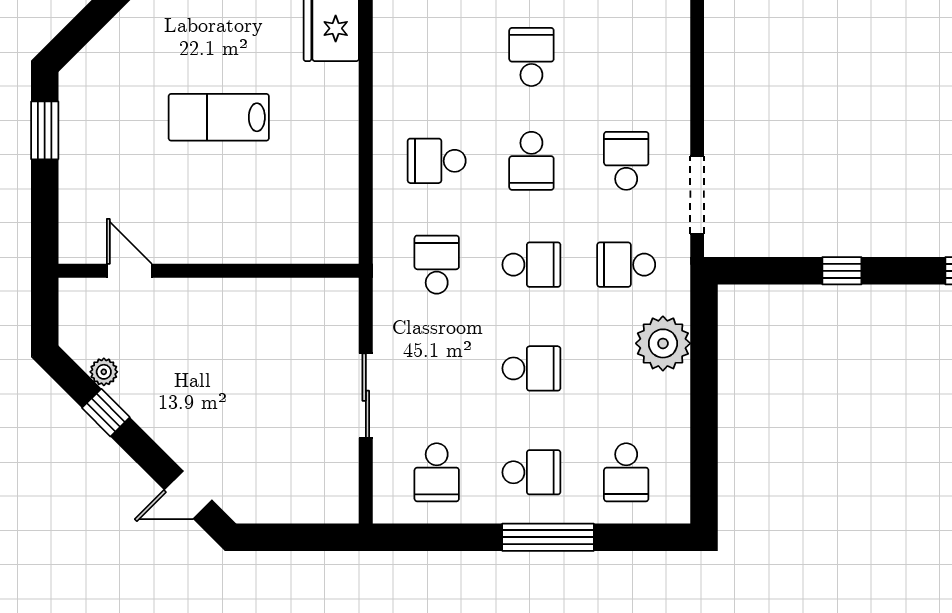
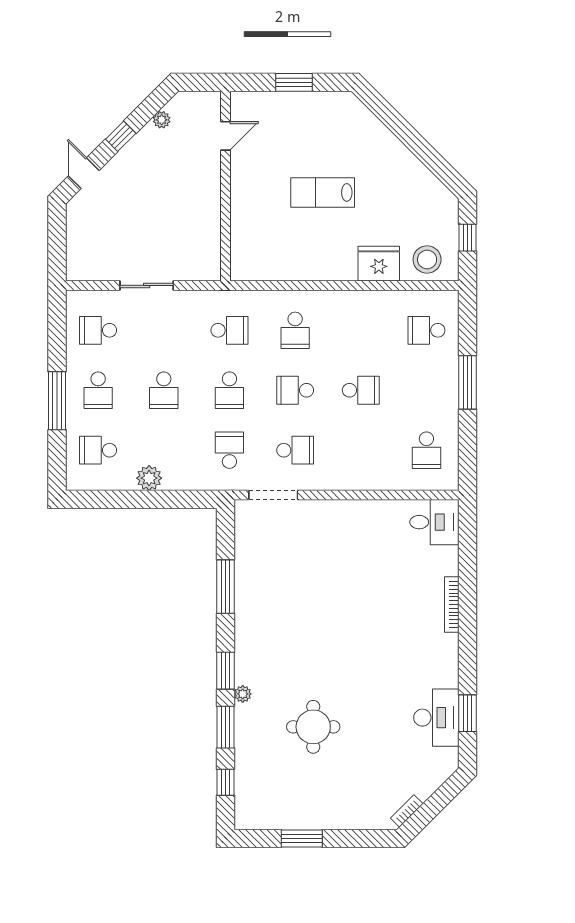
lab bench: (219, 117) -> (323, 192), turned -90
window: (45, 130) -> (294, 82), moved
school desk: (437, 161) -> (295, 330), turned 180
window: (842, 271) -> (226, 587), width x2.17
plant: (663, 343) -> (149, 478), moved, width x0.73, depth x0.73
window: (106, 413) -> (121, 136), moved

